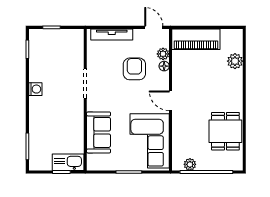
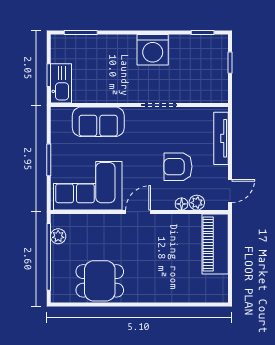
plant: (235, 61) -> (188, 293), removed
armchair: (134, 69) -> (178, 167), turned 180
washing machine: (35, 89) -> (153, 50), width x1.89, depth x1.89

